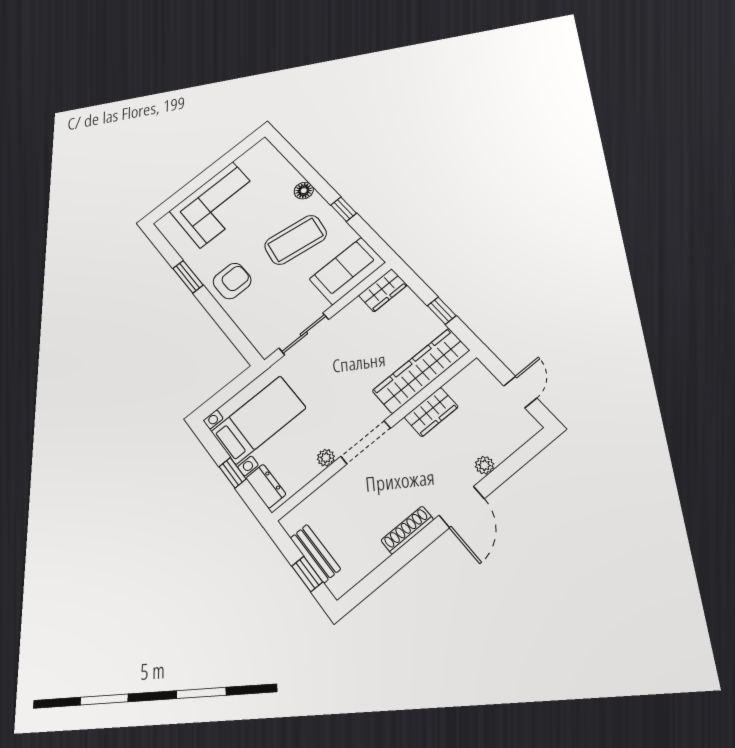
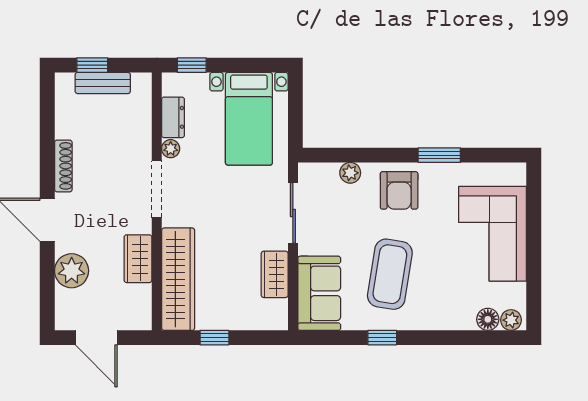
plant: (266, 149) -> (511, 320), added
floor lamp: (304, 191) -> (488, 319), moved
wardrobe: (383, 290) -> (275, 274), moved
plant: (244, 321) -> (350, 173), added
door: (520, 392) -> (96, 338), width x1.38
plant: (484, 465) -> (72, 271), width x1.87, depth x1.87
window: (233, 473) -> (192, 65), moved
dresser: (266, 486) -> (173, 117), moved, turned -90

